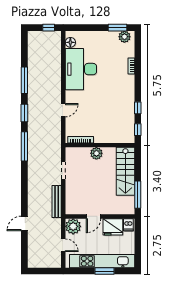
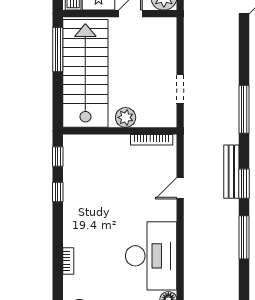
window: (24, 146) -> (244, 109), moved
stairs: (125, 171) -> (85, 73), width x1.36, depth x1.51
bench: (57, 202) -> (231, 172), moved

